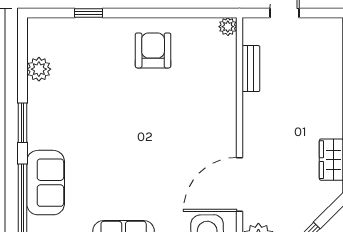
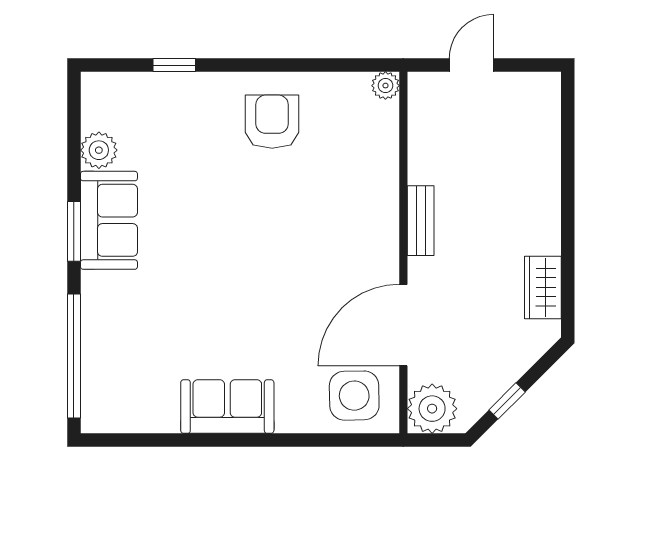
bench: (251, 69) -> (421, 221), moved
sofa: (46, 183) -> (109, 220), moved

